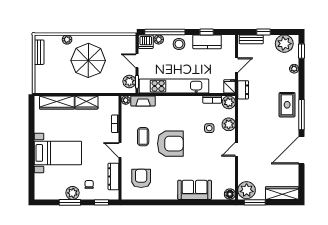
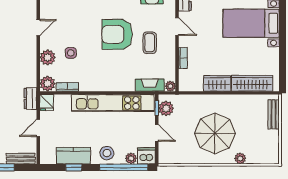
bench: (39, 52) -> (274, 114), moved

